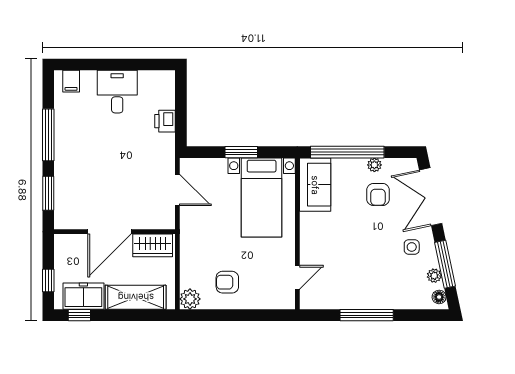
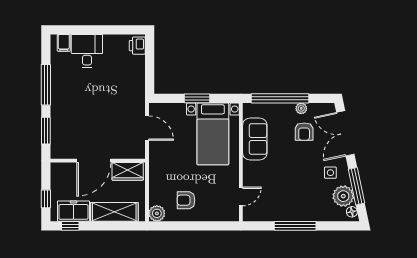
desk: (117, 92) -> (87, 51), moved
printer: (165, 121) -> (137, 46), moved
sofa: (315, 185) -> (255, 139), moved
plant: (434, 276) -> (343, 196), width x1.88, depth x1.88

